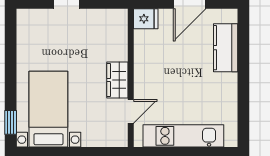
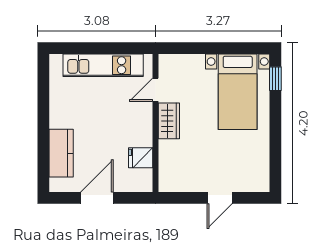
fridge: (146, 19) -> (141, 158), moved

